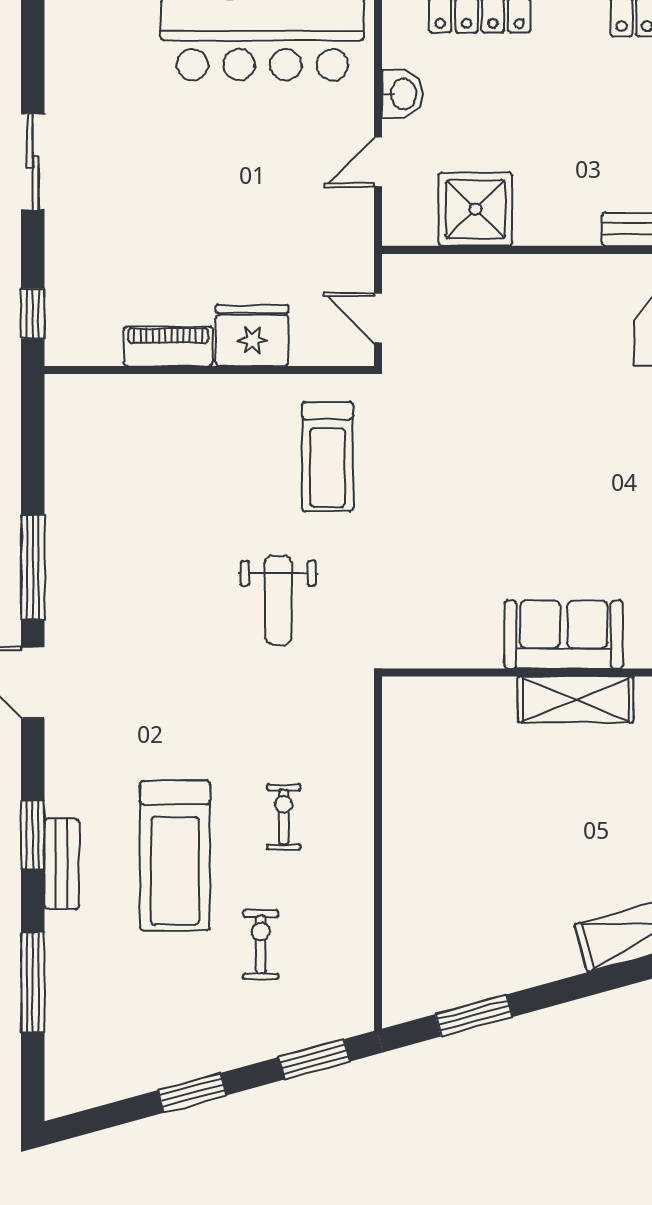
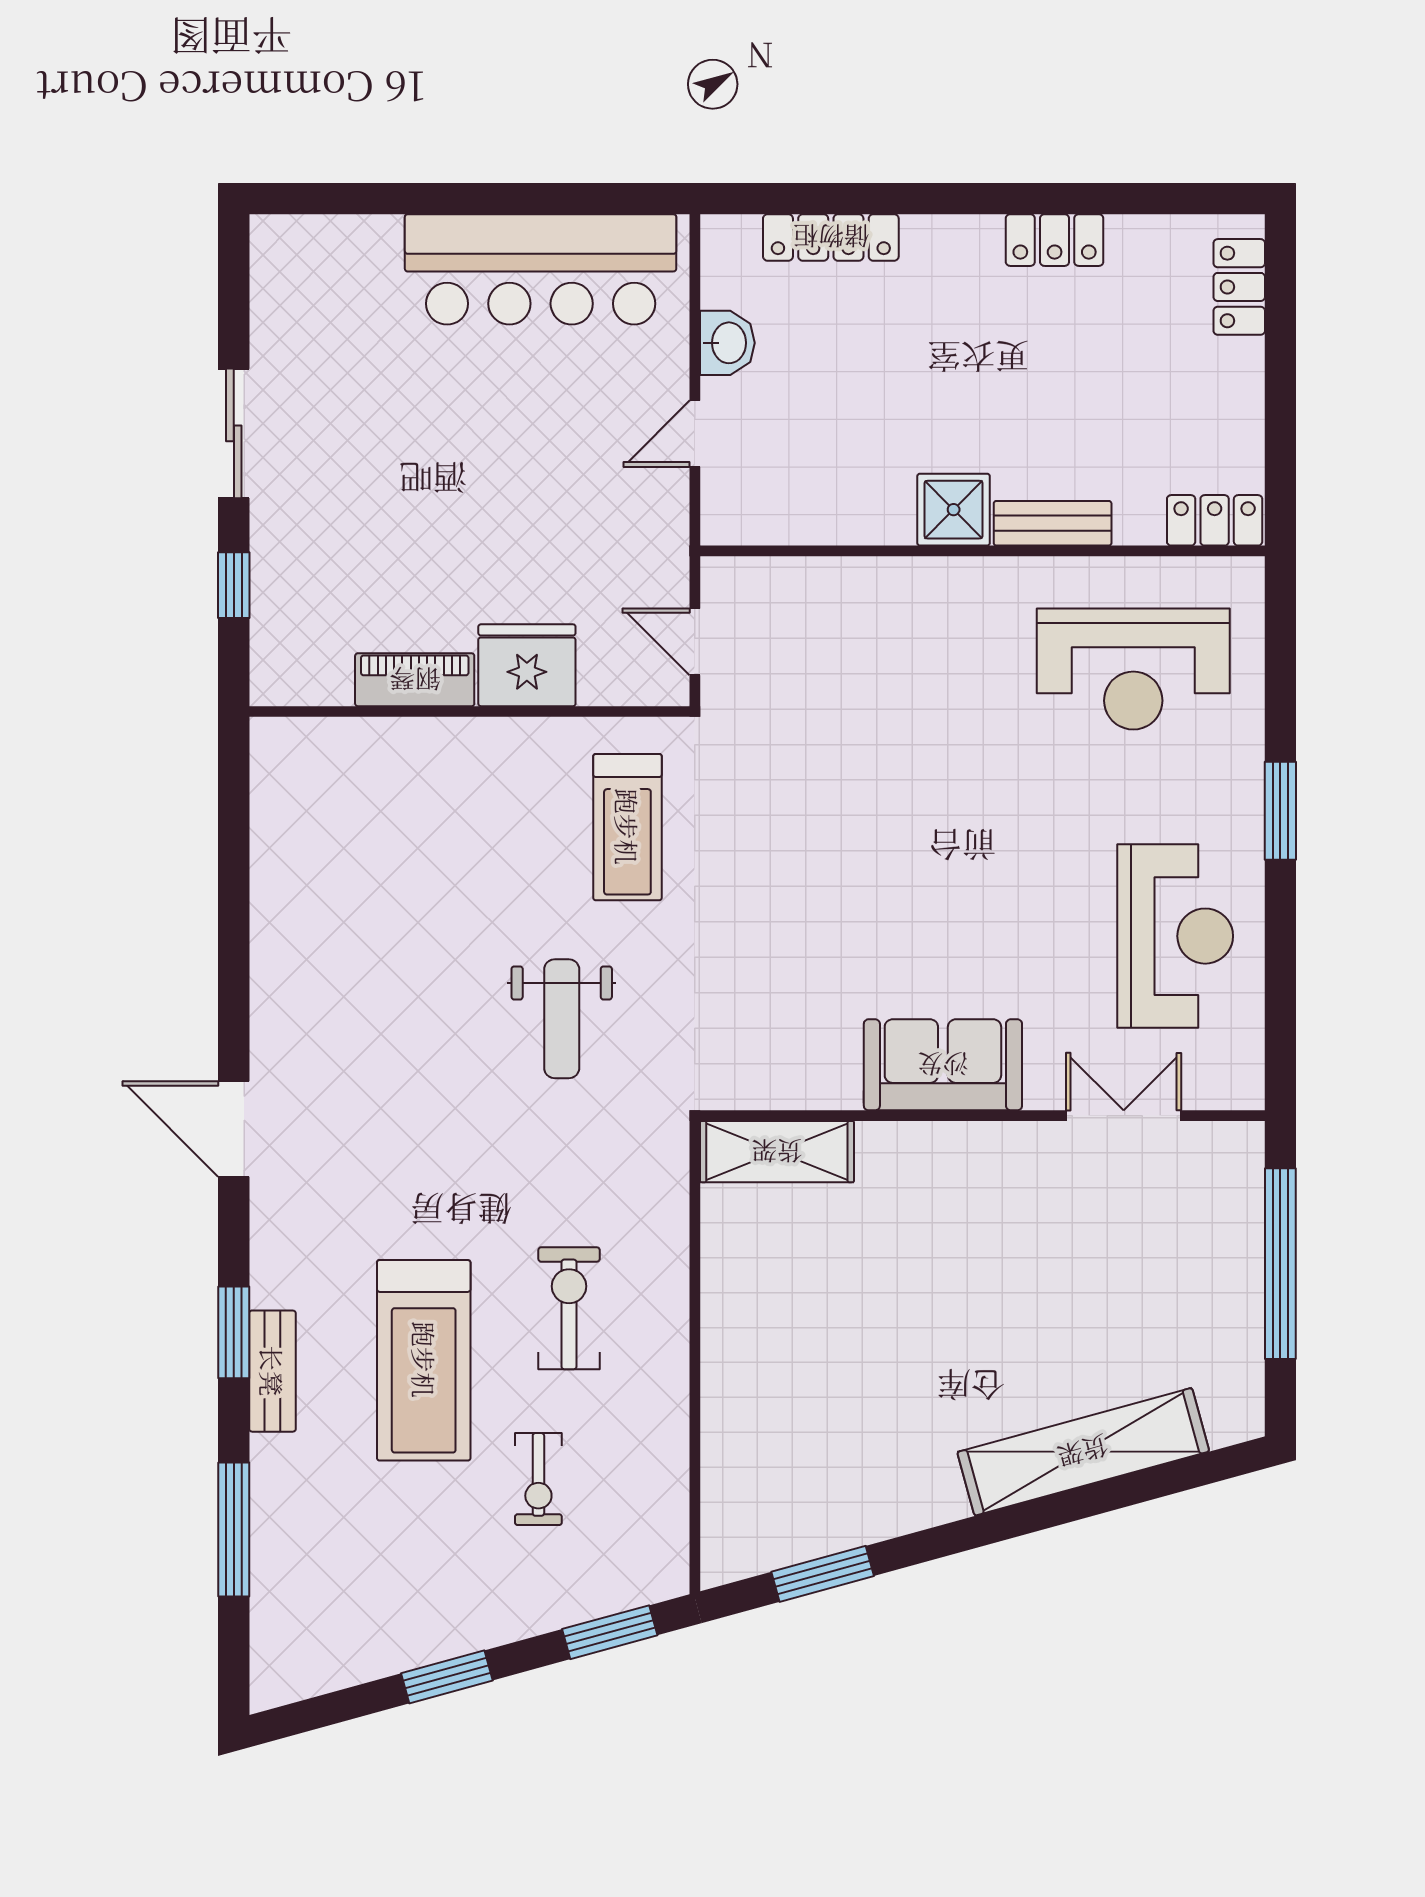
shower: (475, 209) -> (954, 510), moved, width x0.73, depth x0.73
window: (33, 313) -> (234, 585), moved
window: (33, 567) -> (234, 975), removed
shelving: (576, 700) -> (777, 1152), moved
exercise bike: (284, 817) -> (569, 1308), width x1.38, depth x1.39
exercise bike: (261, 945) -> (538, 1479), turned 180

